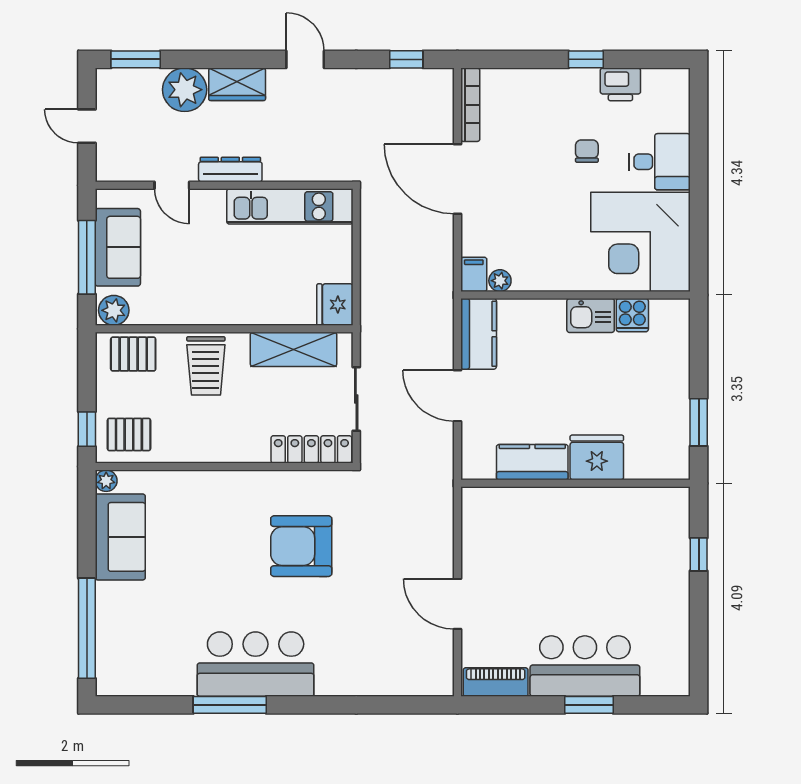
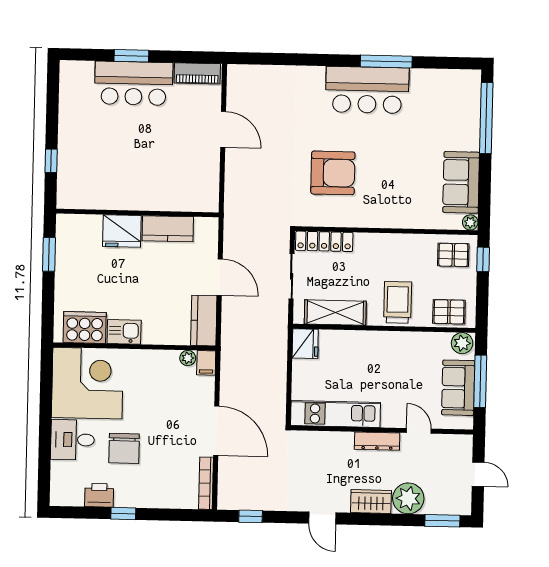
chair: (587, 151) -> (124, 448), width x1.87, depth x1.87
cooker: (632, 315) -> (85, 327), width x1.87, depth x1.31

